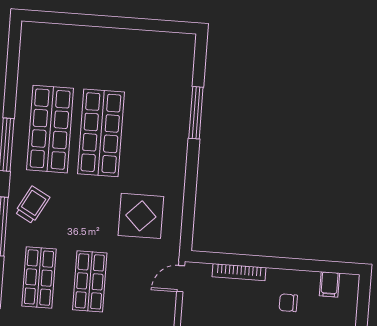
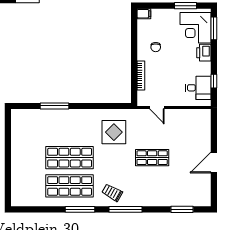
shop shelf: (39, 278) -> (152, 186), removed
door: (181, 279) -> (157, 108), moved
filing cabinet: (329, 284) -> (144, 14), moved

